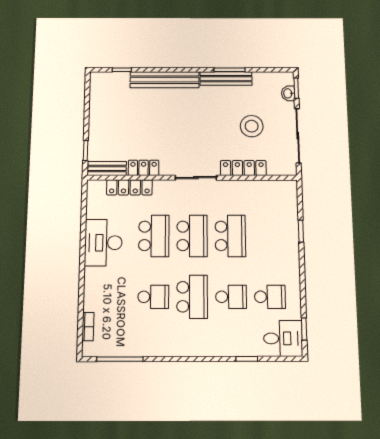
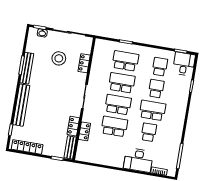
locker: (97, 100) -> (27, 147), added
locker: (243, 168) -> (84, 63), width x0.66
locker: (129, 187) -> (84, 131), width x0.66
school desk: (269, 236) -> (125, 61), added
desk: (103, 243) -> (138, 160), moved

